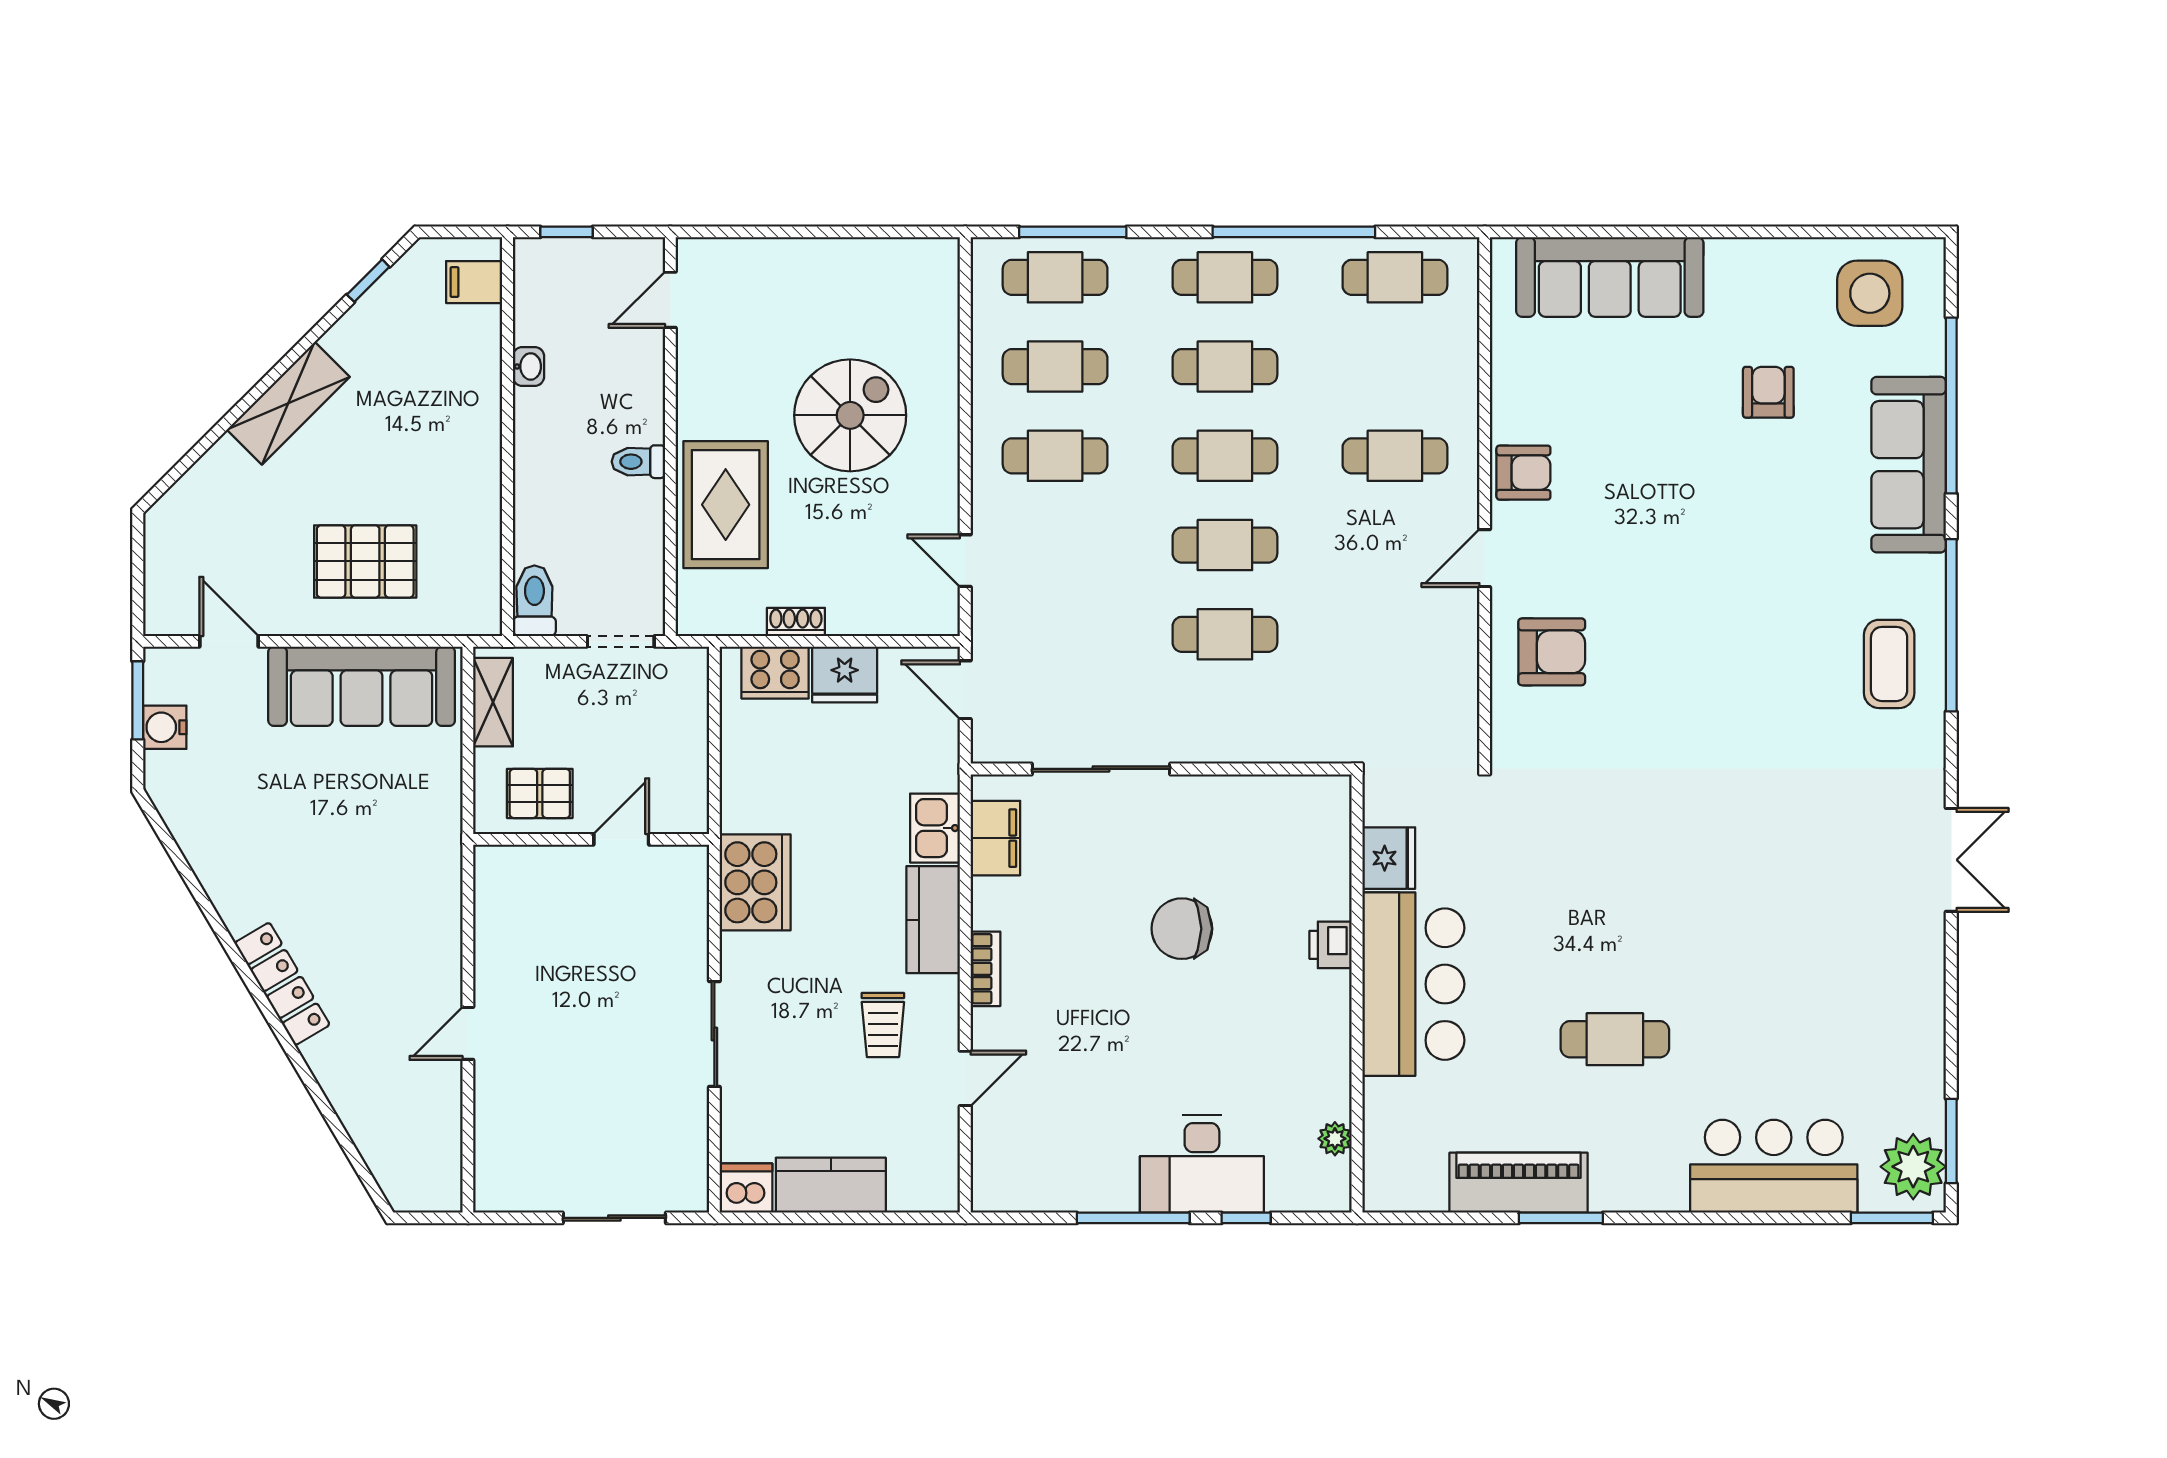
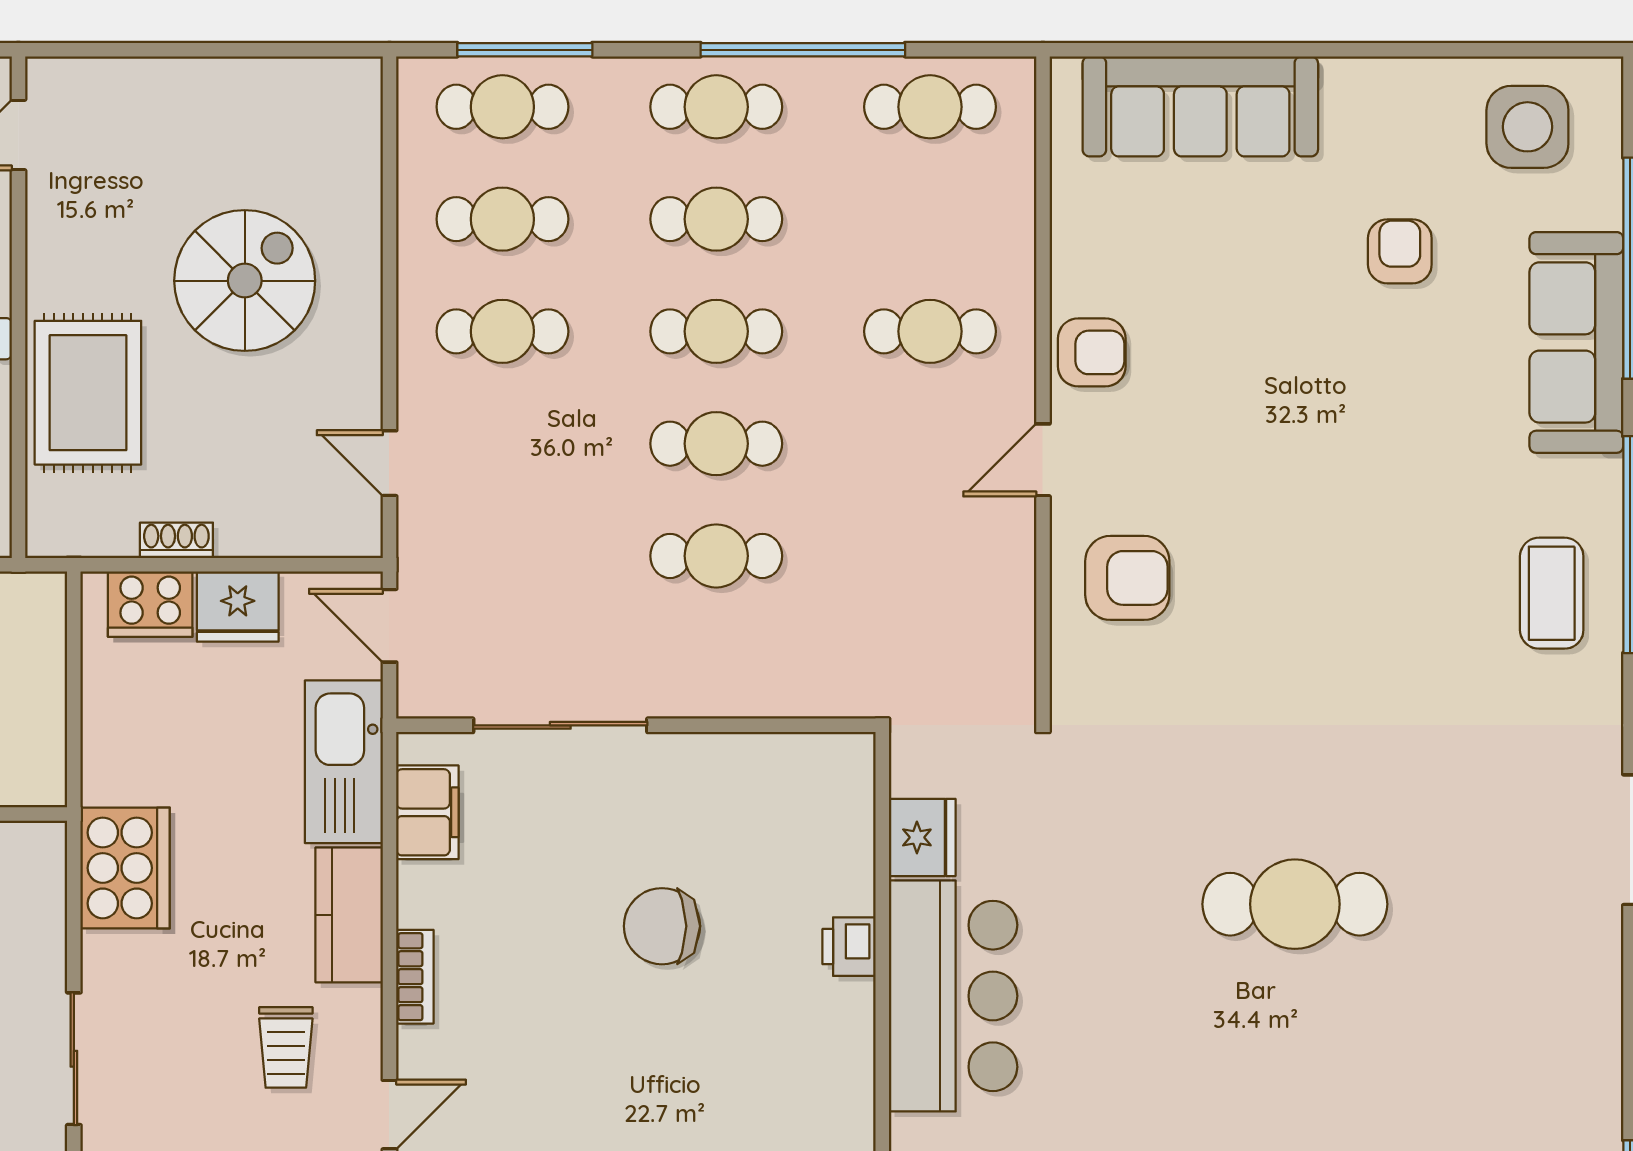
kitchen sink: (935, 828) -> (344, 762), width x1.87, depth x1.24
cafe table: (1615, 1039) -> (1295, 904), moved, width x1.37, depth x1.35

